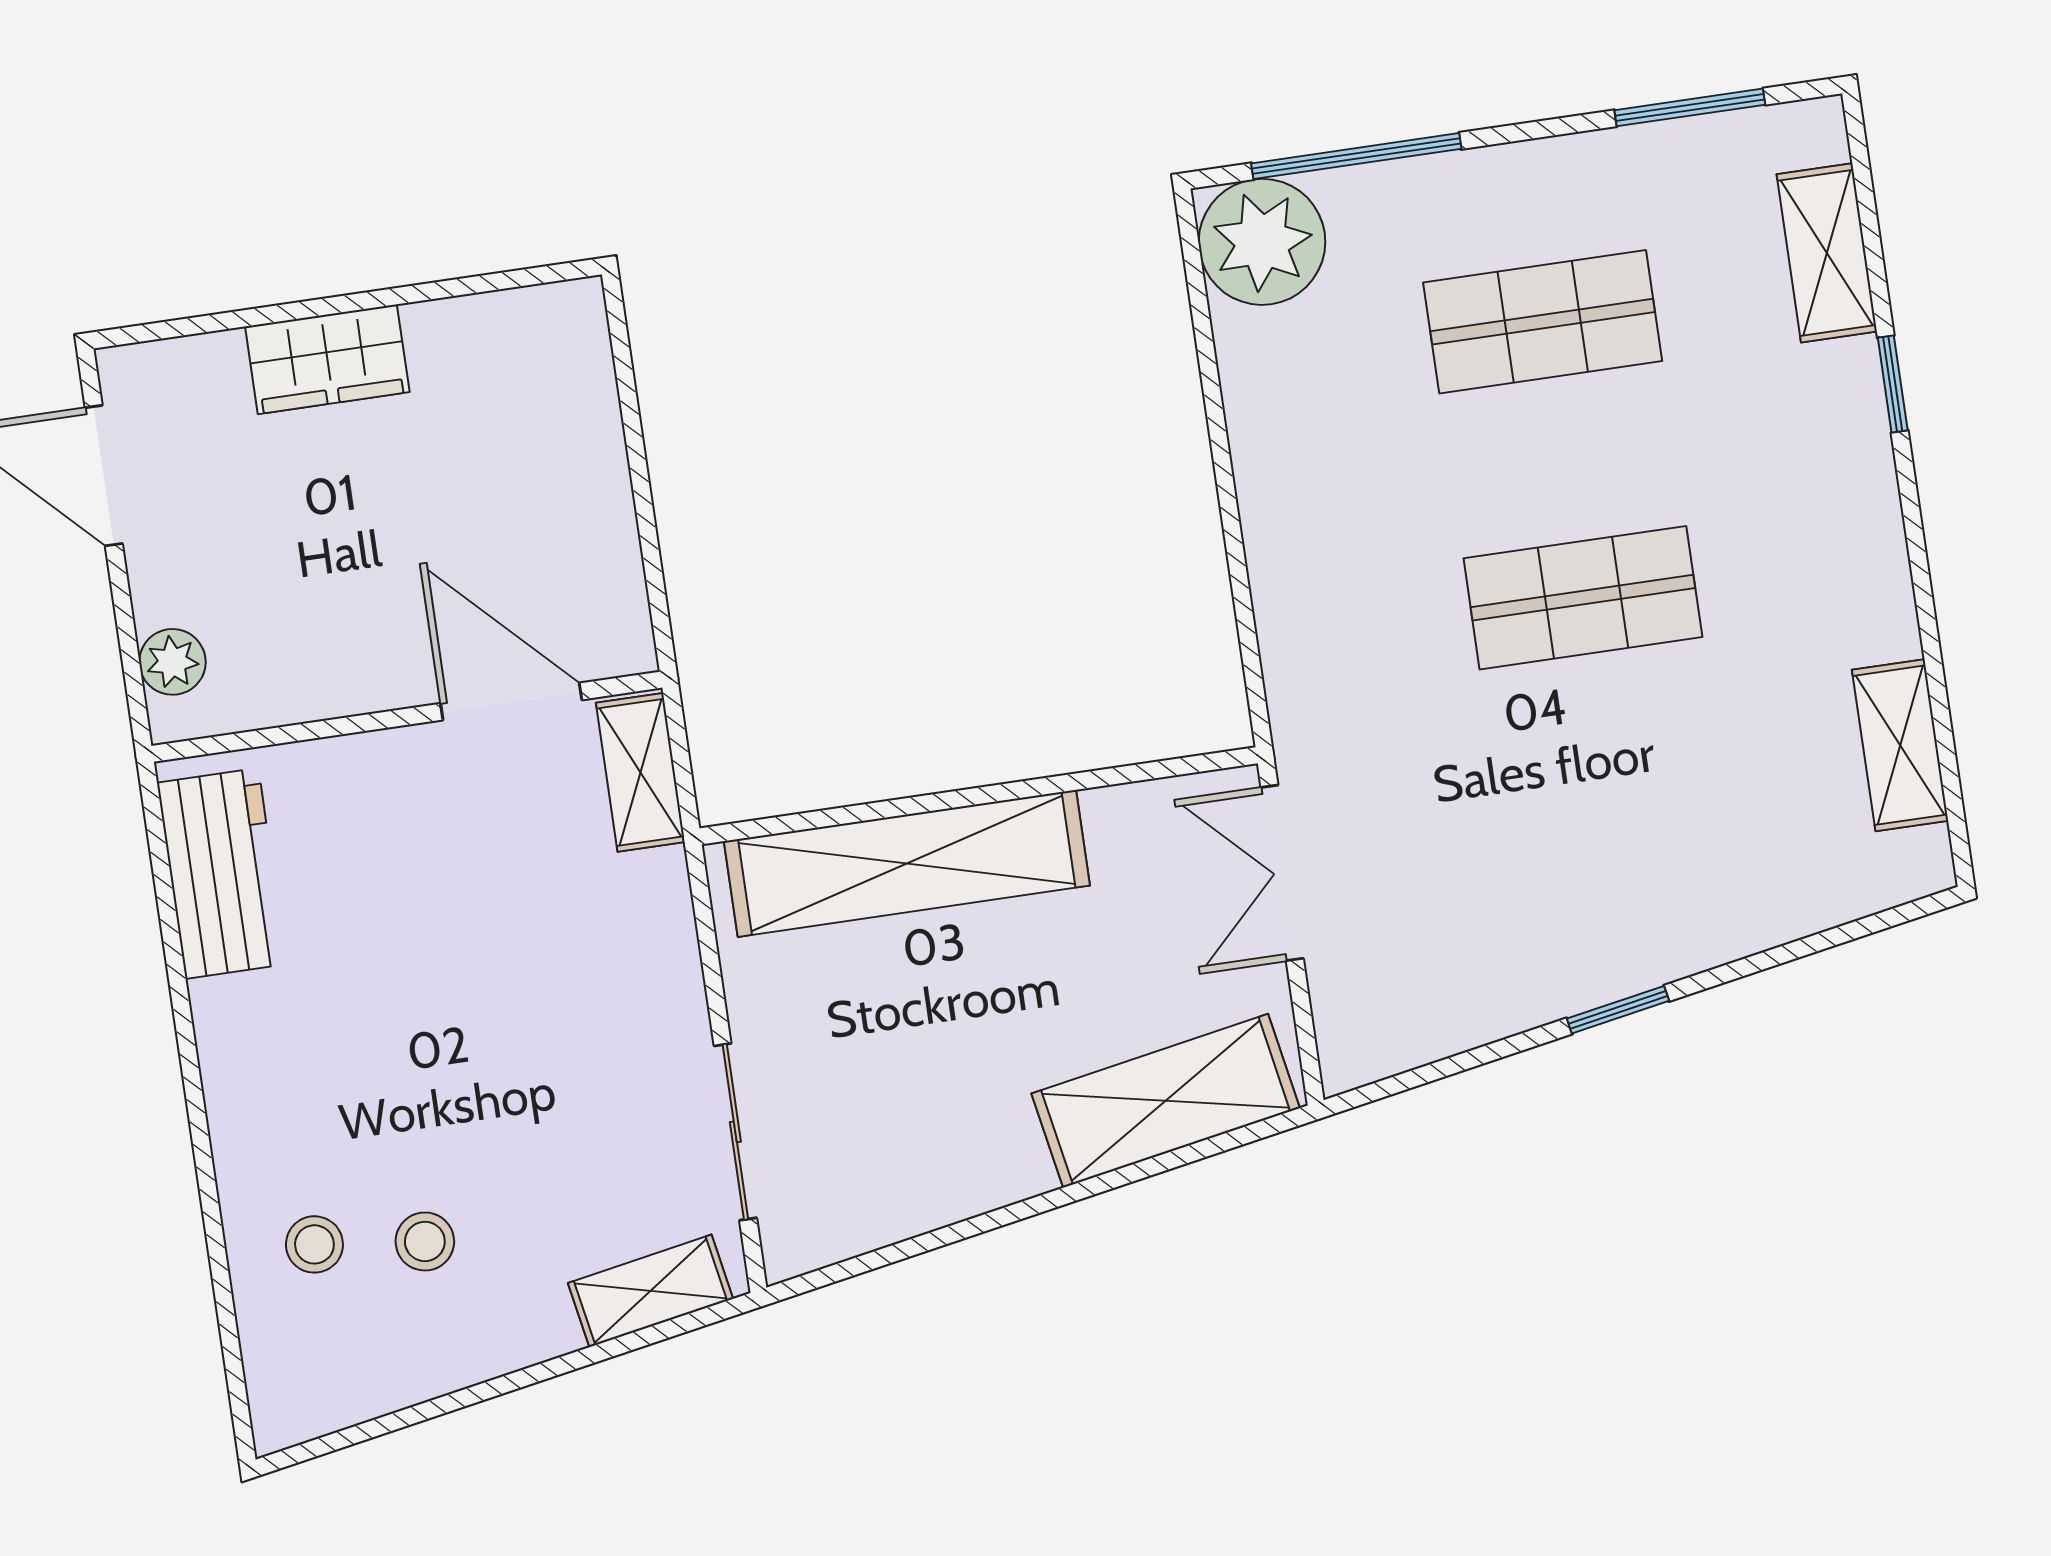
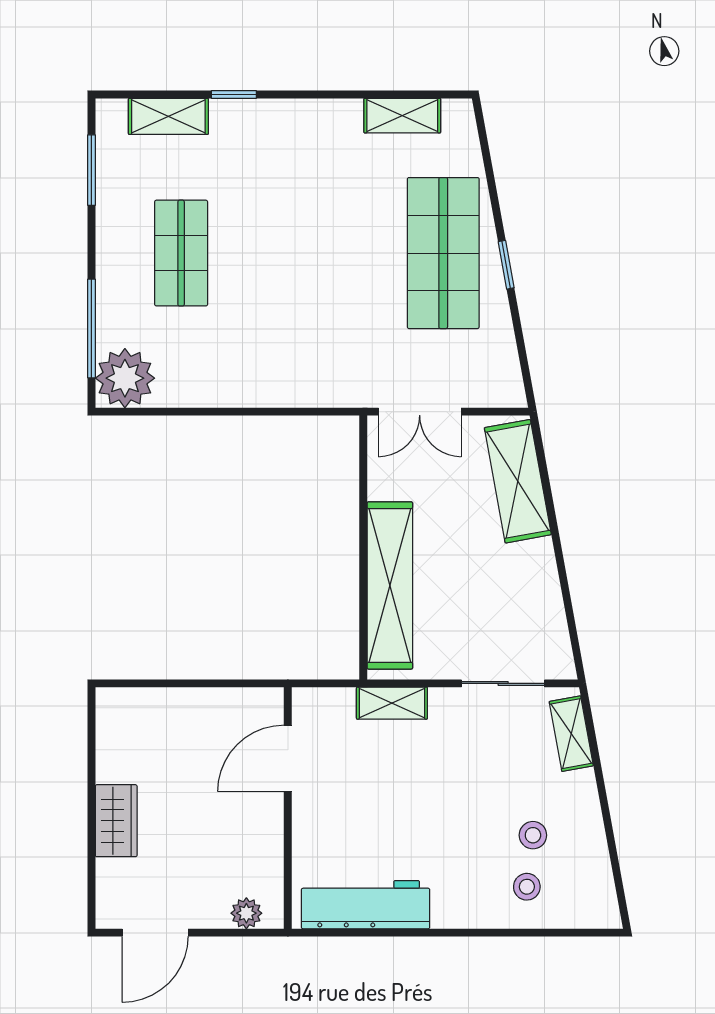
shop shelf: (1583, 598) -> (443, 253), moved, width x1.43, depth x1.36
shelving: (640, 772) -> (392, 703), moved
workbench: (222, 873) -> (366, 905), width x1.38

